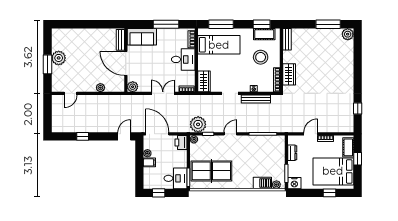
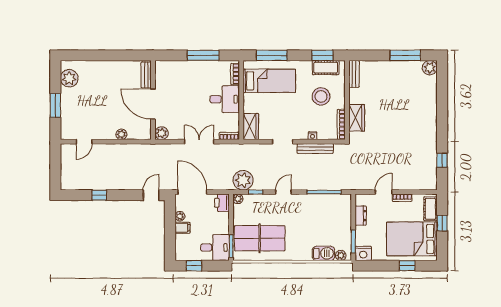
sofa: (142, 37) -> (173, 71), removed
plant: (59, 58) -> (69, 78), moved

